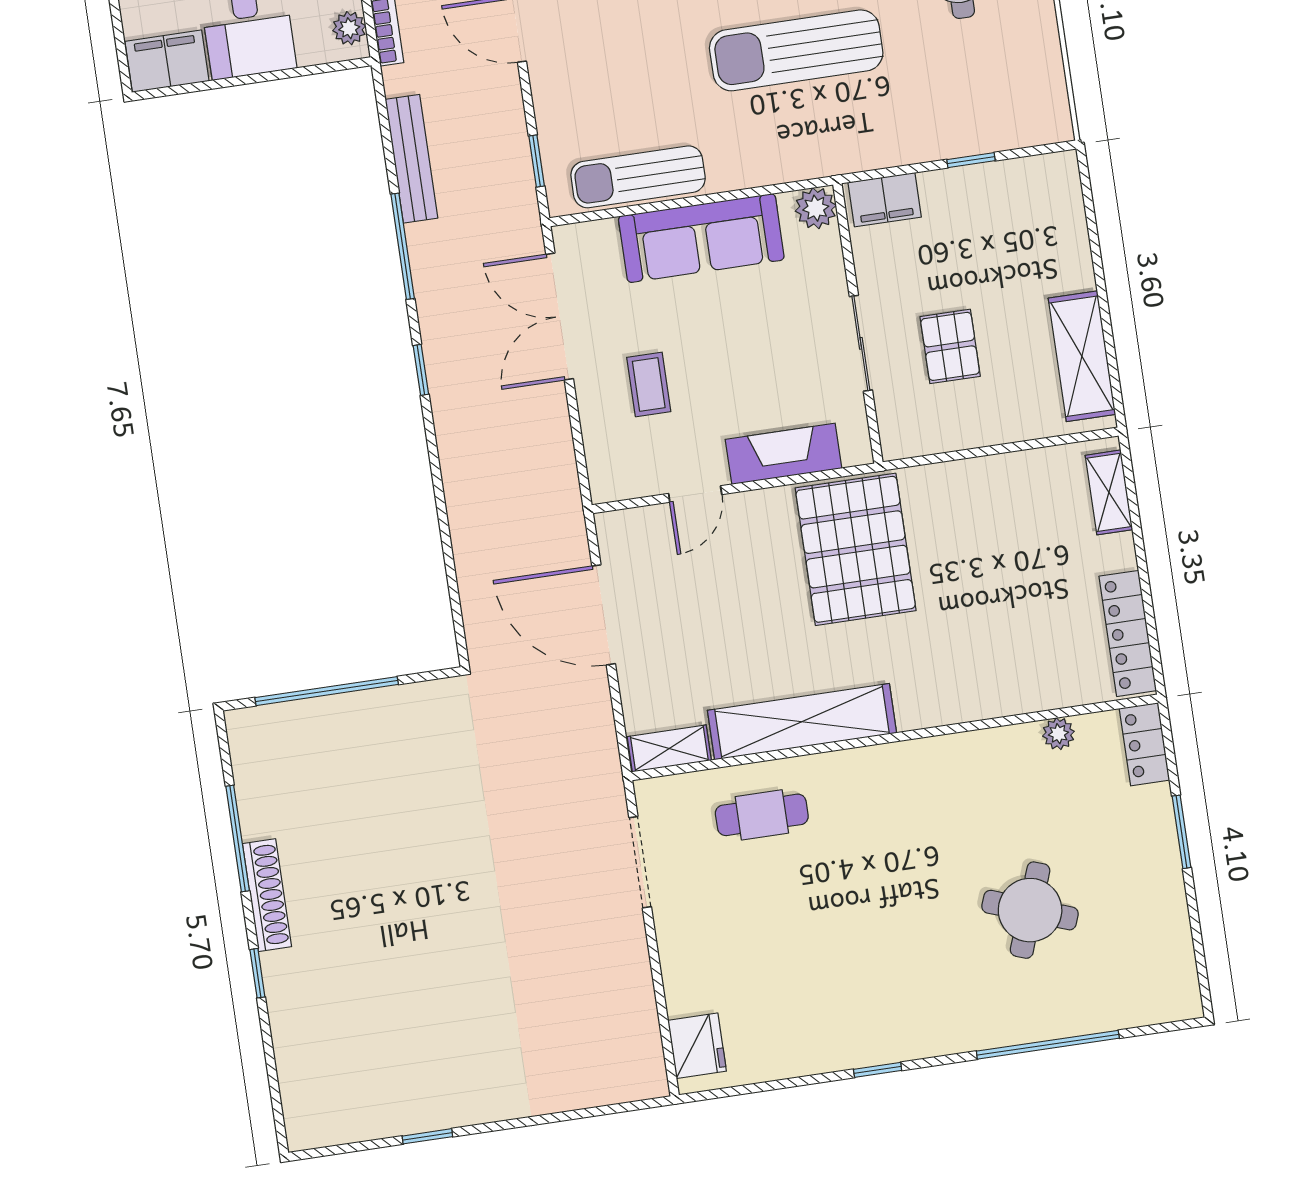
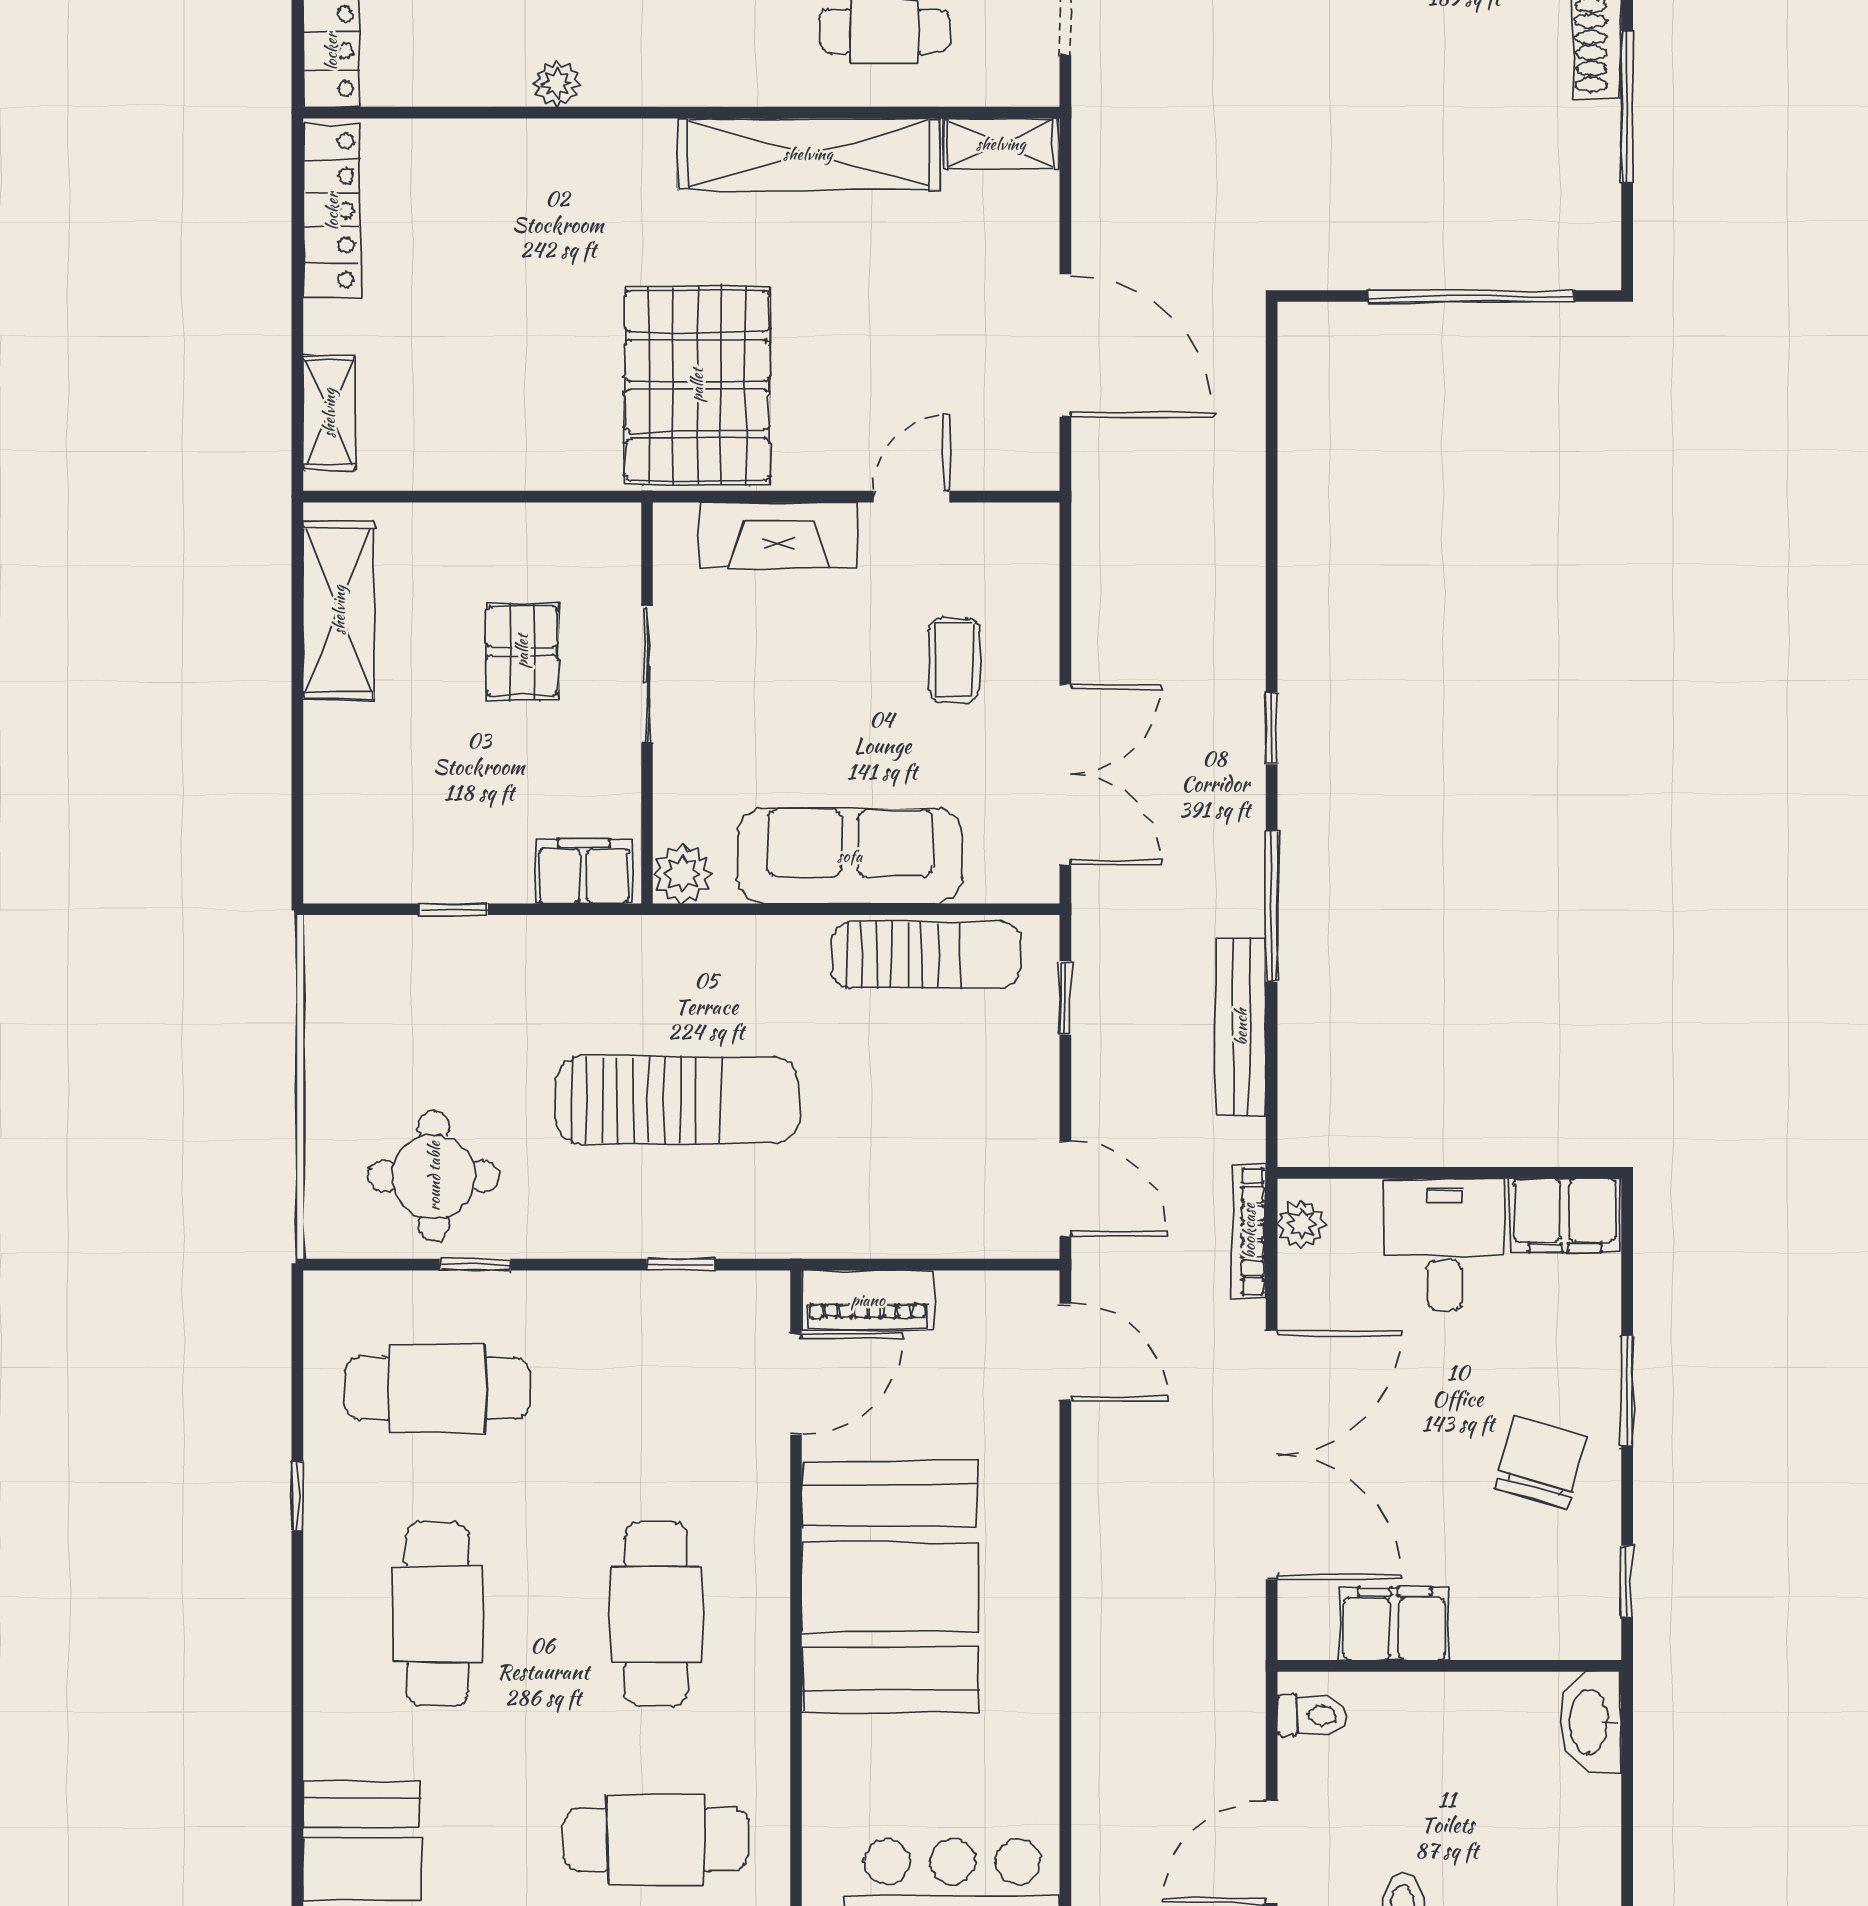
plant: (1058, 734) -> (557, 84), moved

